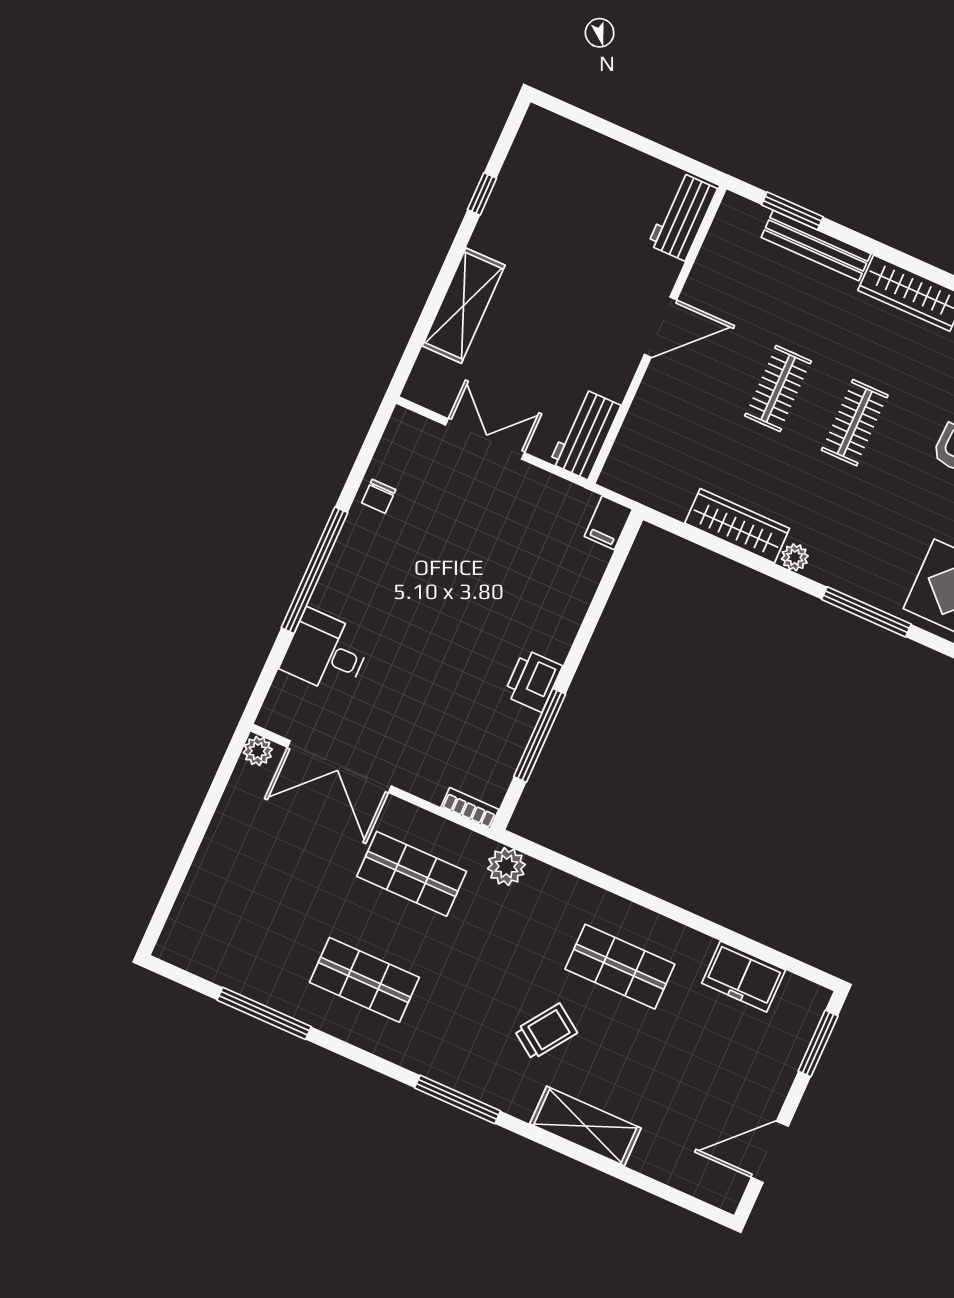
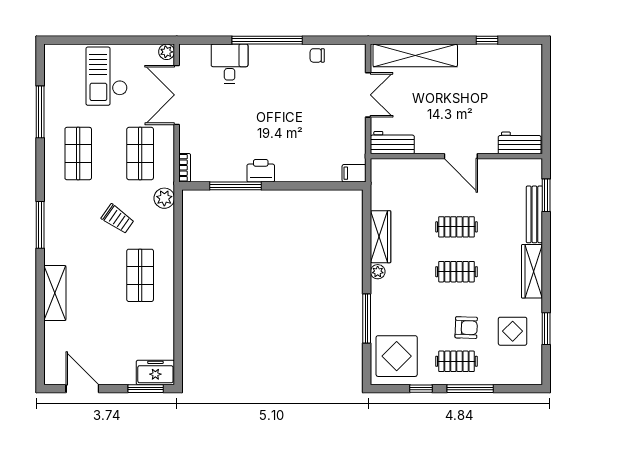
shelving: (464, 306) -> (415, 55), width x1.47
checkout: (254, 872) -> (107, 76), added
freezer: (744, 977) -> (155, 373), moved, turned 90
trolley: (546, 1032) -> (118, 219), moved

